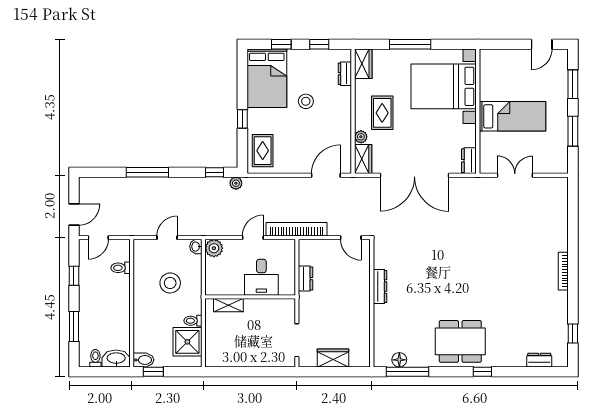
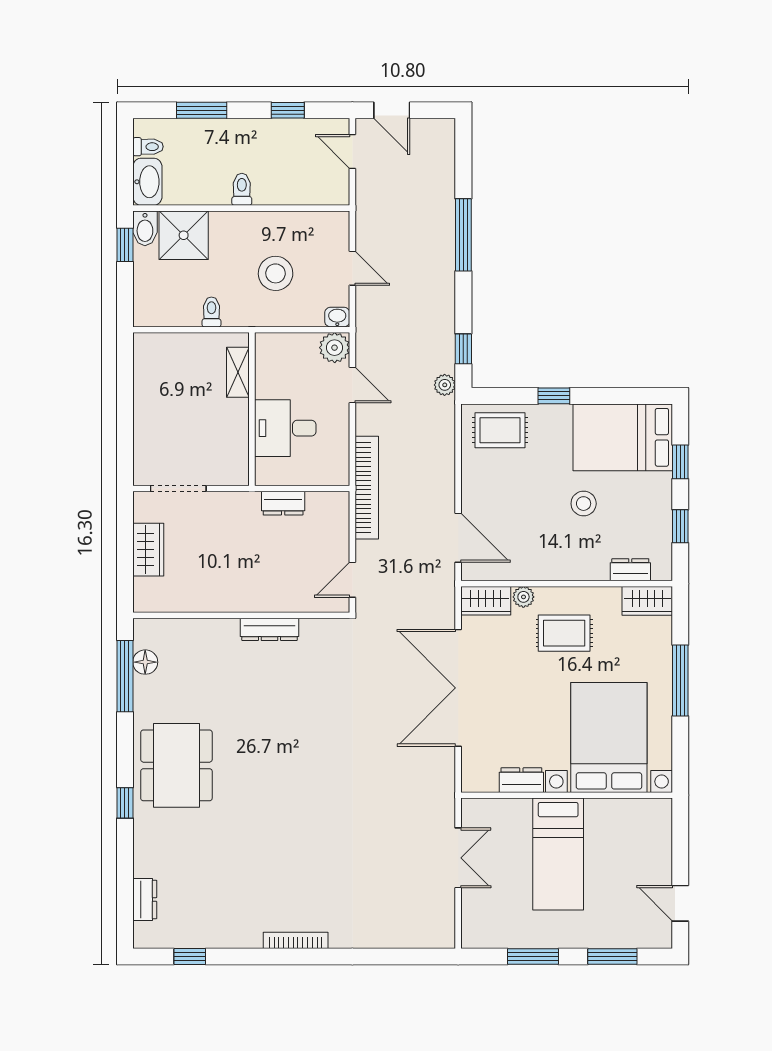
dresser: (469, 161) -> (521, 780), moved
door: (253, 238) -> (352, 385), moved
toilet: (121, 268) -> (242, 189), moved
shower: (187, 342) -> (184, 235), moved

